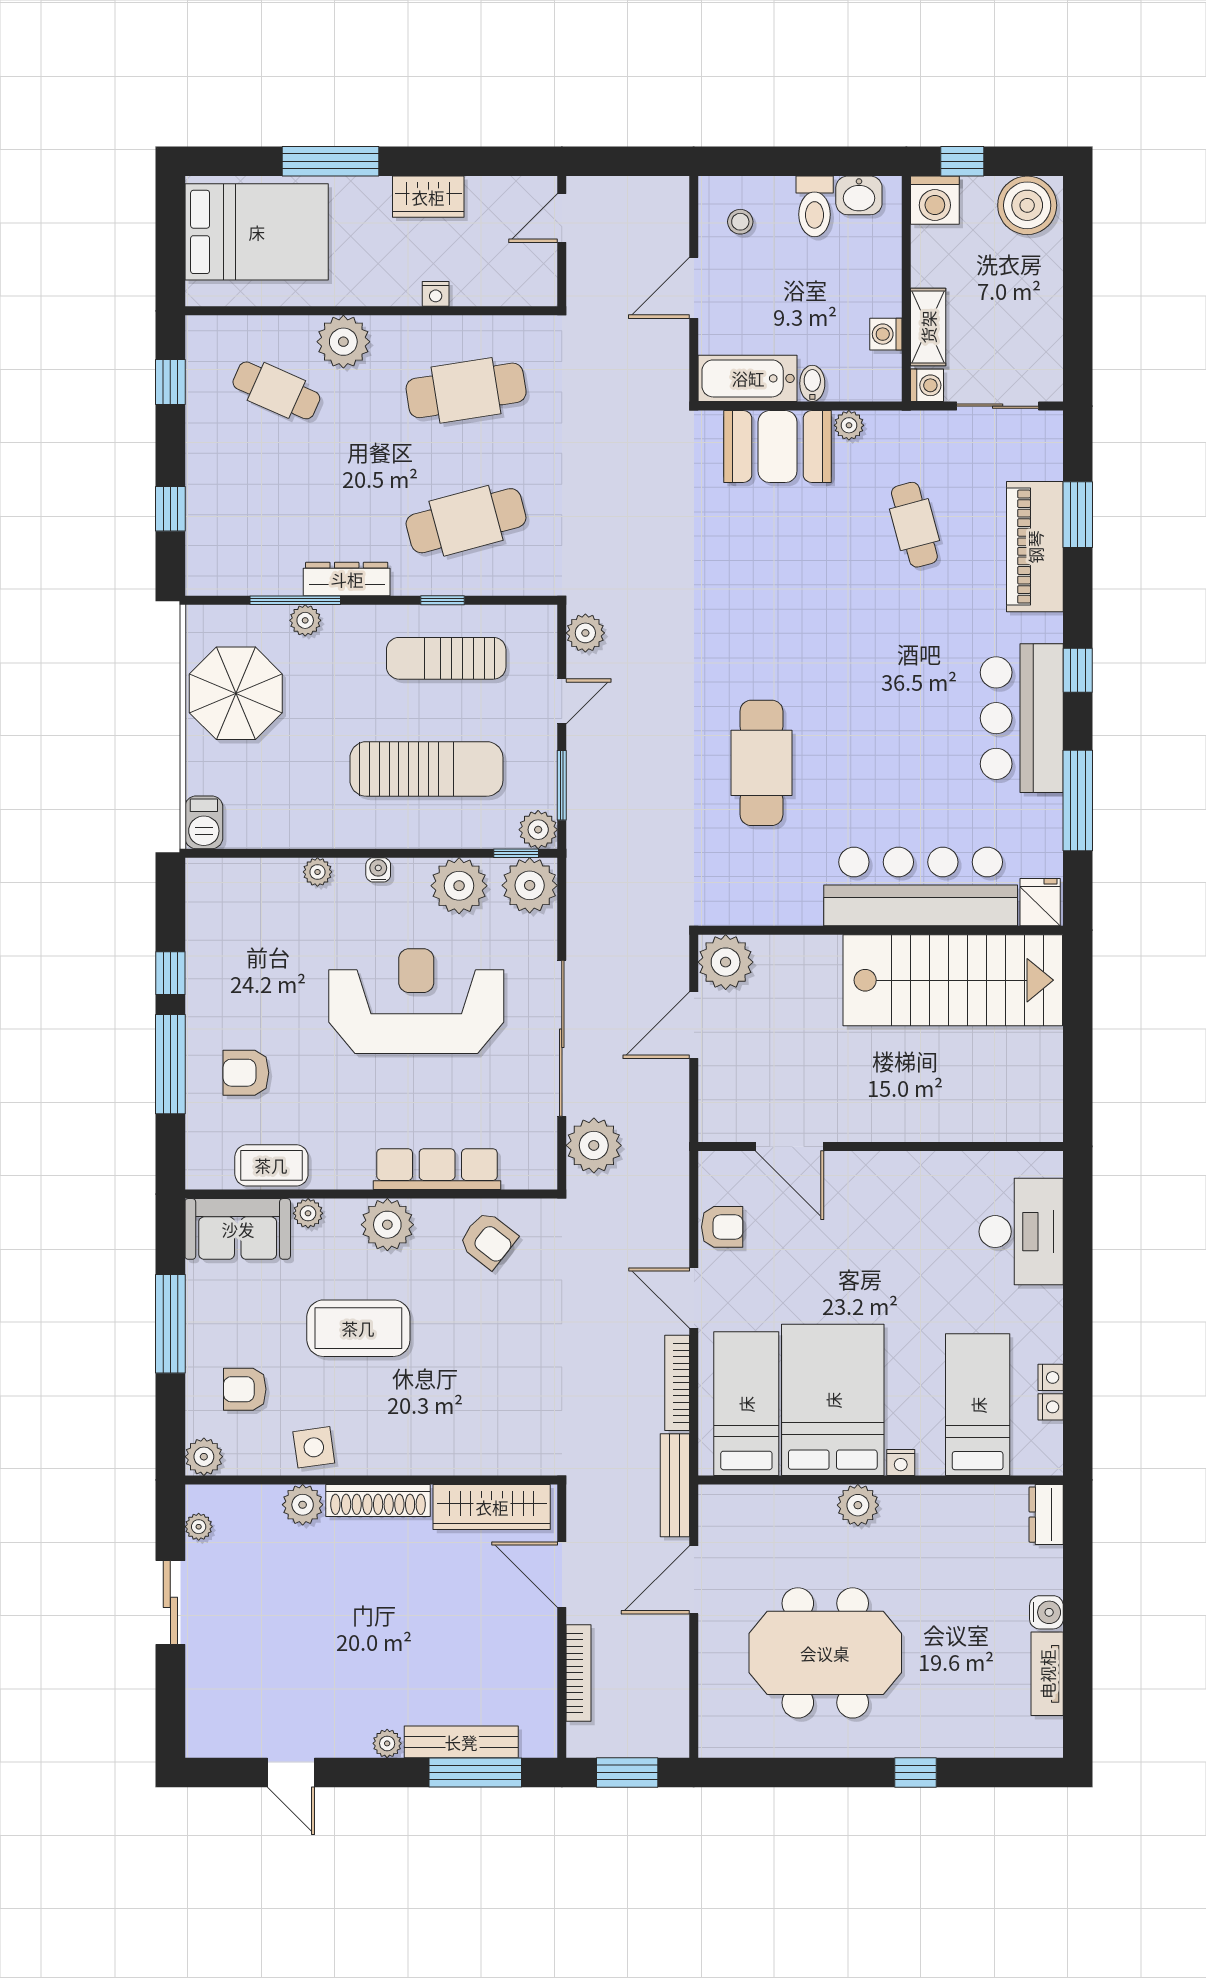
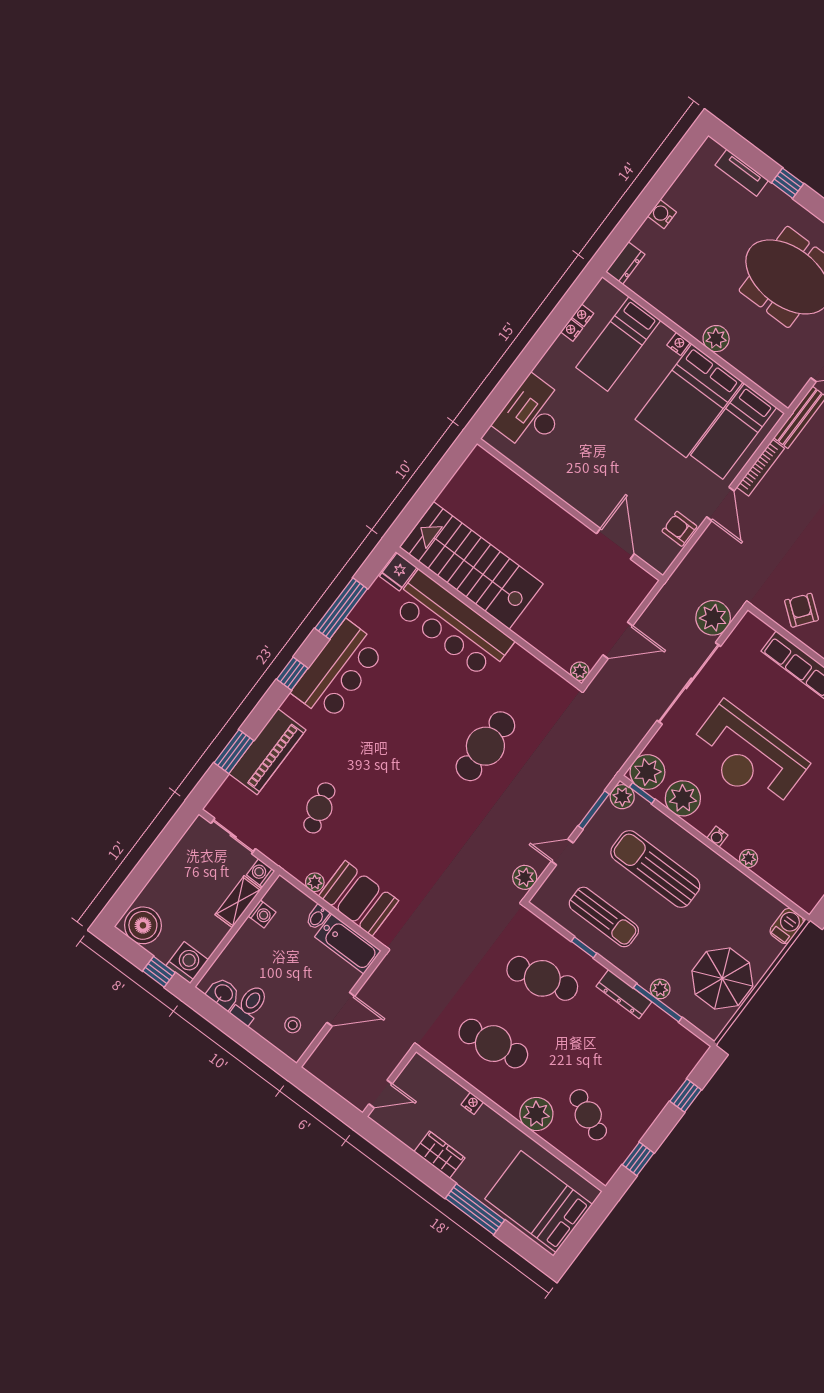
plant: (726, 962) -> (580, 671), width x0.53, depth x0.53
tv unit: (1047, 1674) -> (742, 173), moved, turned 90

